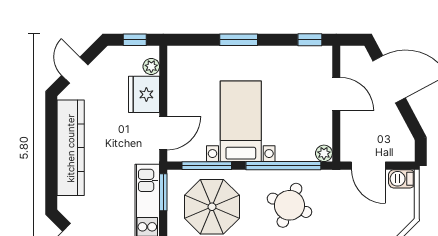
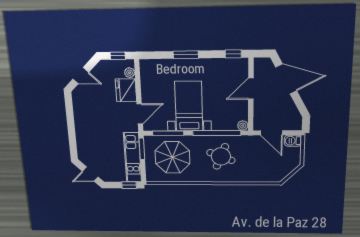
door: (75, 70) -> (81, 76), swing flipped
door: (336, 94) -> (251, 89), swing flipped
kitchen counter: (71, 148) -> (83, 123), removed

